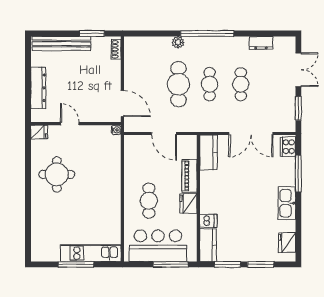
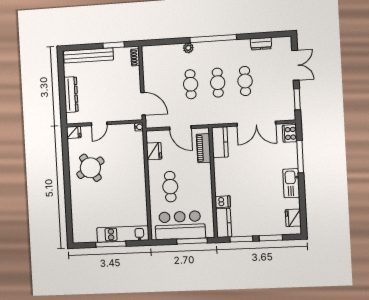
cafe table: (178, 84) -> (191, 84), width x0.73, depth x0.74
door: (70, 124) -> (99, 124), swing flipped
round table: (57, 174) -> (90, 168), turned -32
piano: (190, 176) -> (204, 148), moved
fridge: (188, 203) -> (154, 151), moved, turned 180

